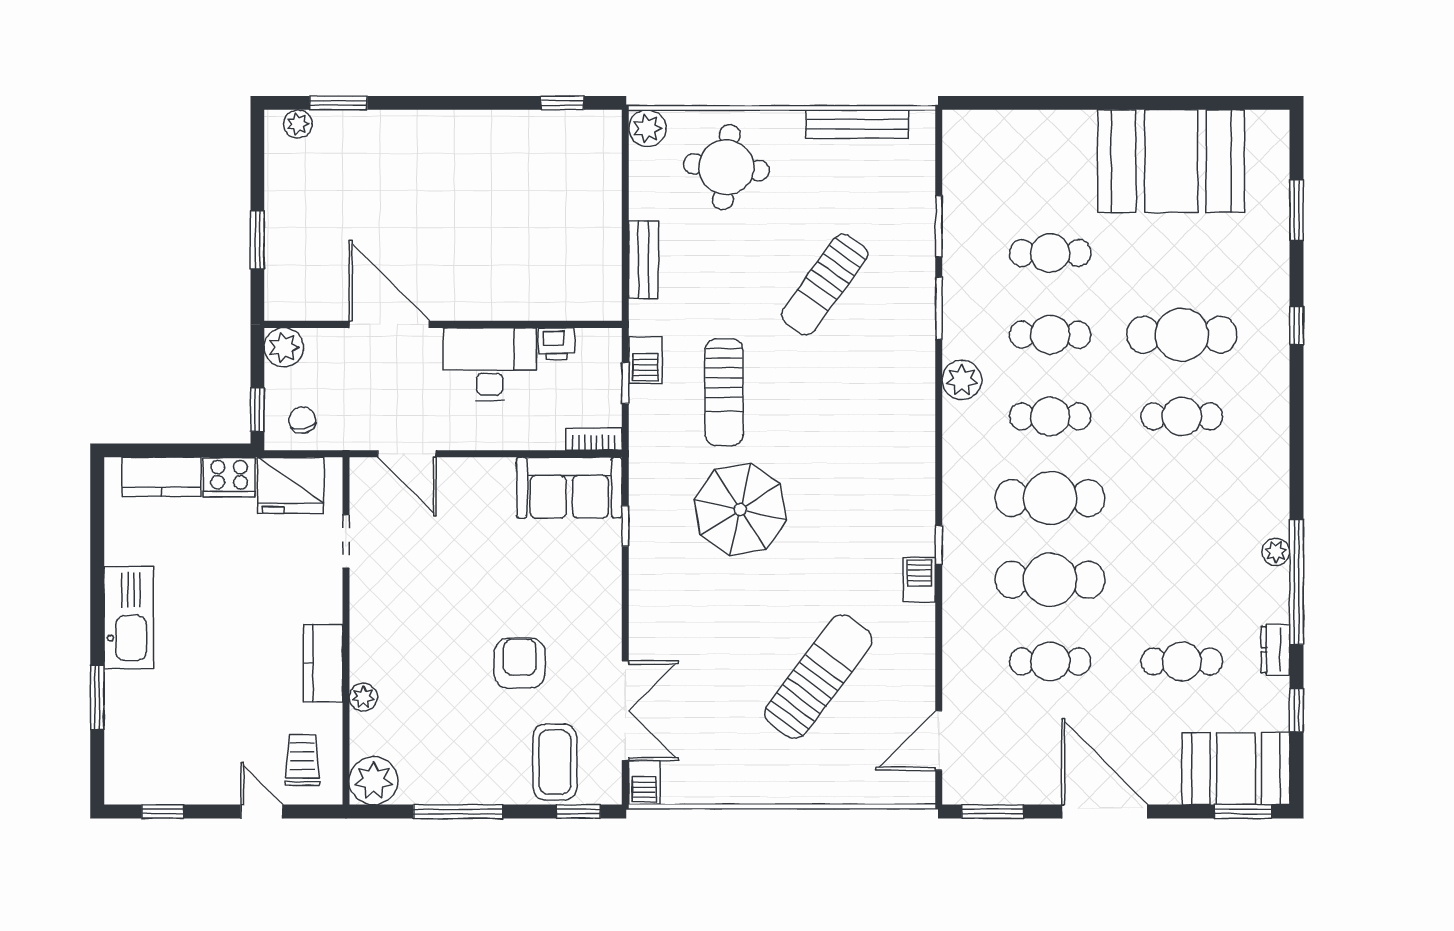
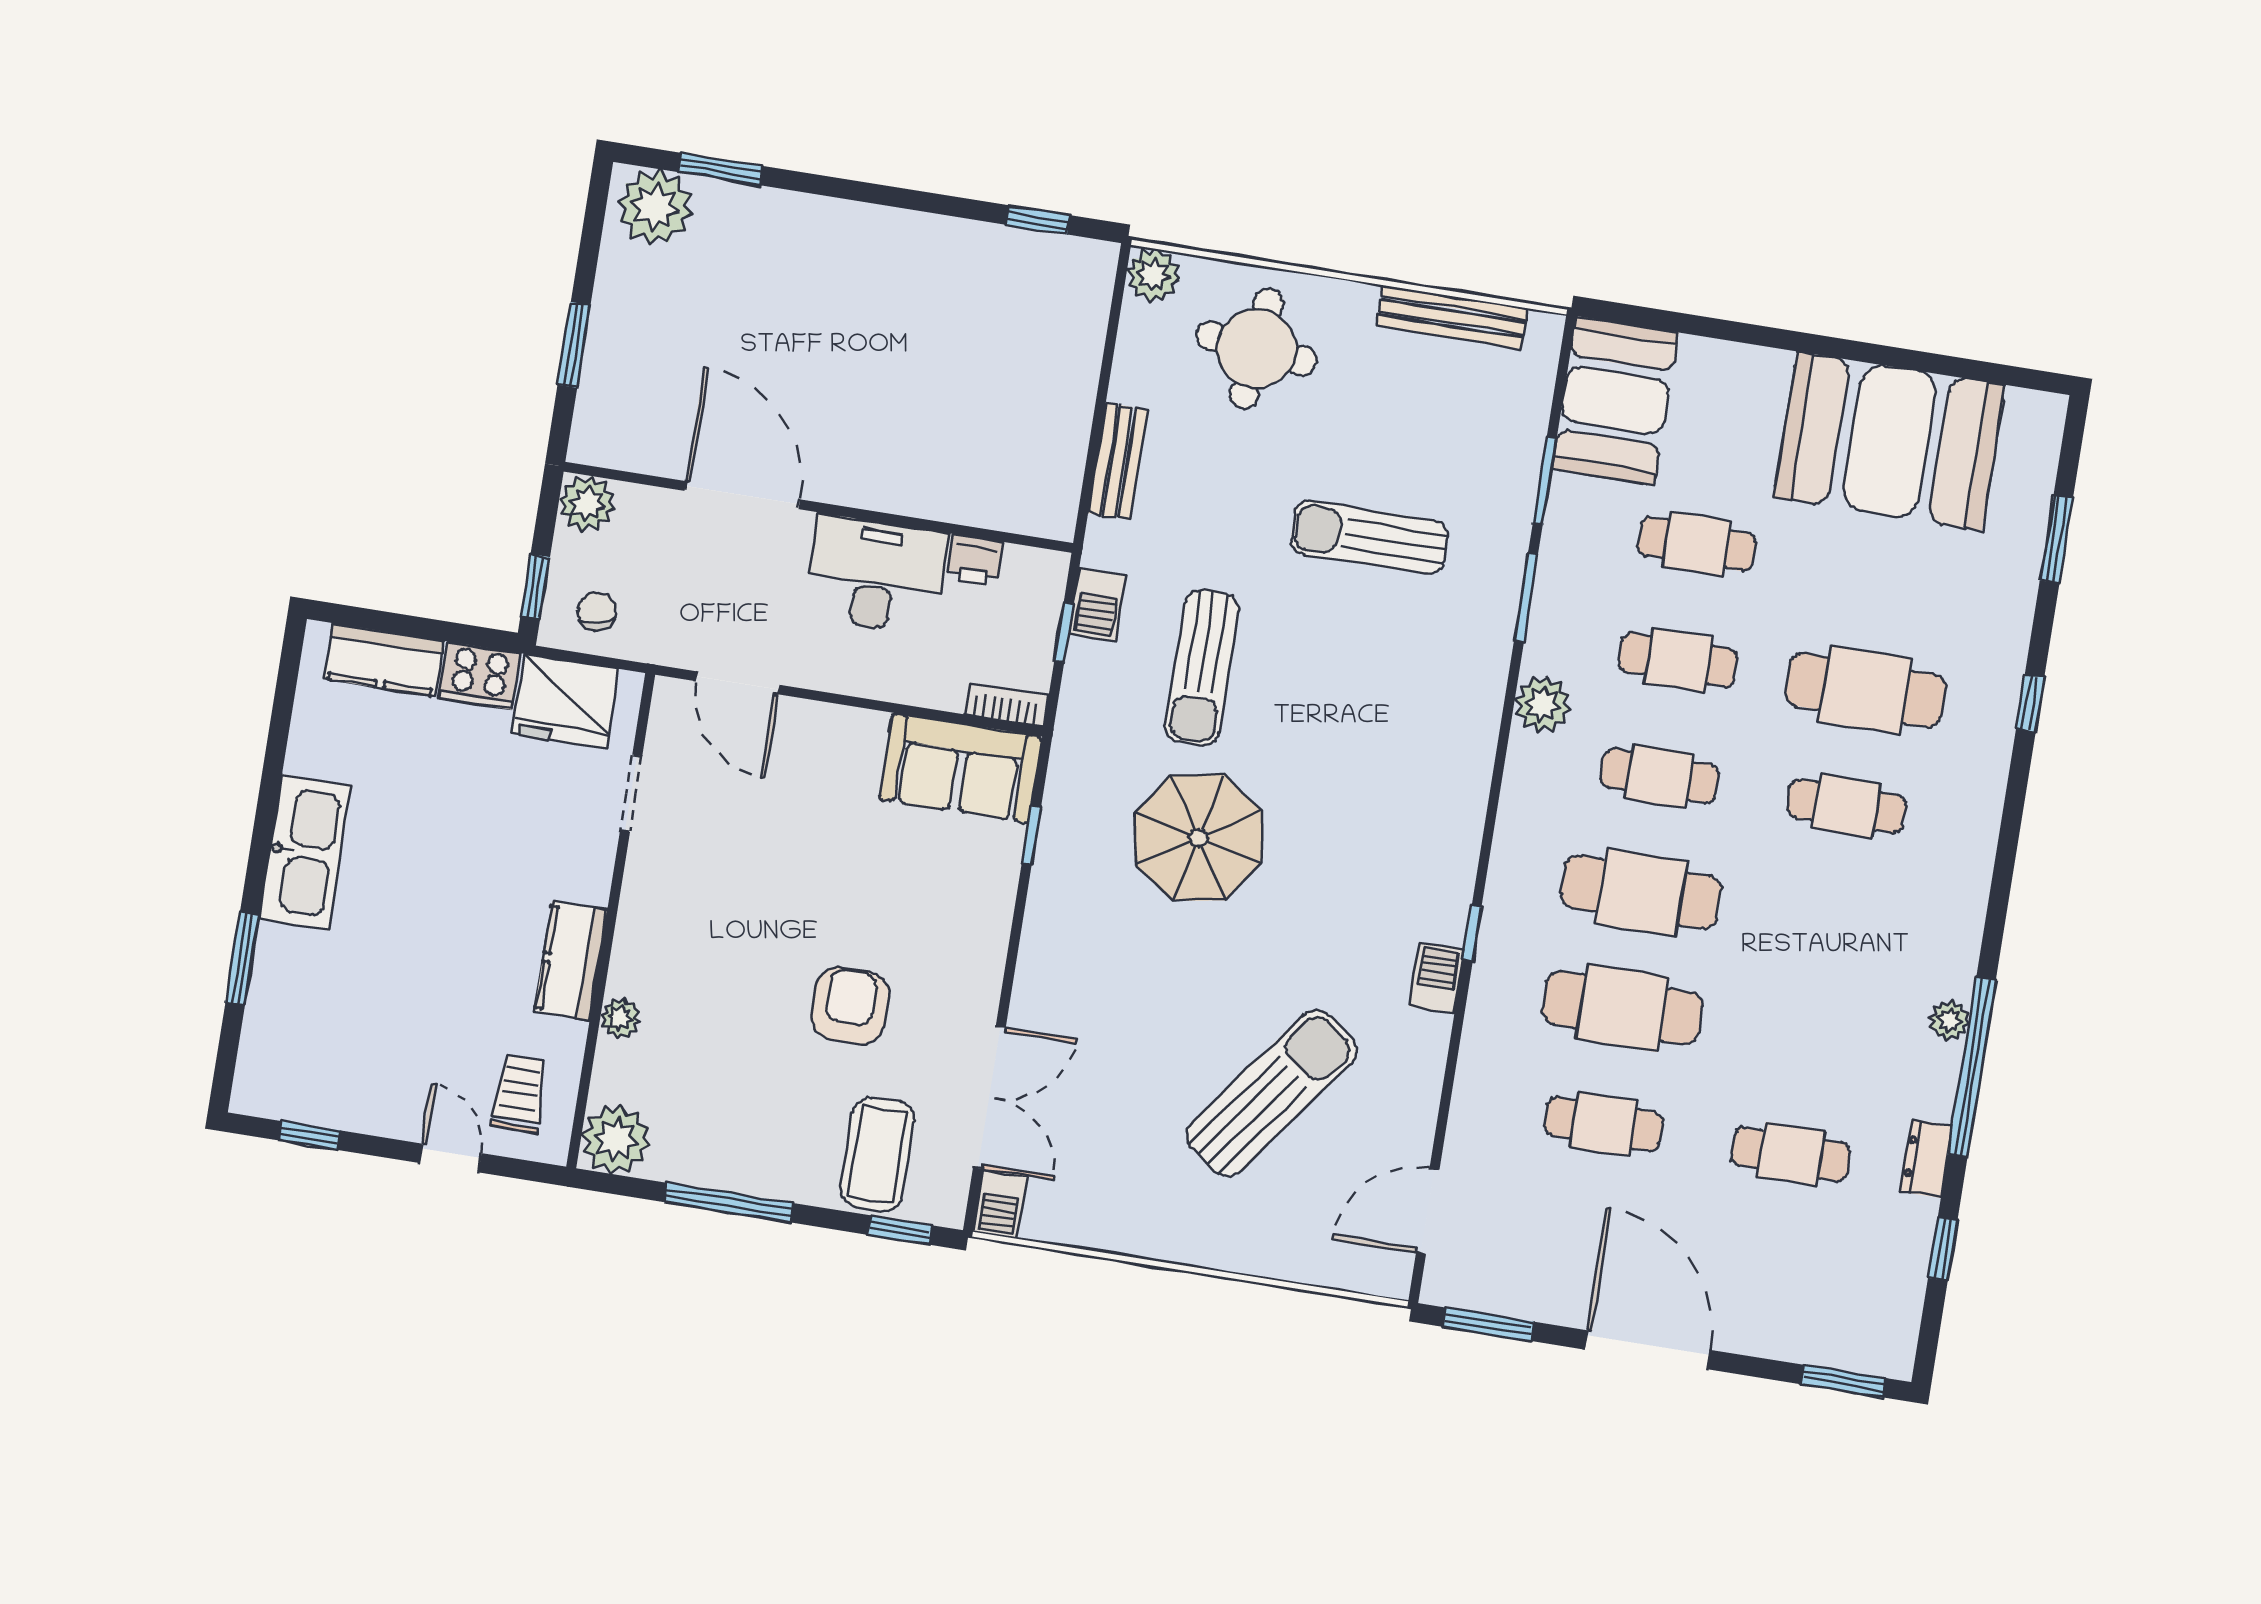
plant: (298, 124) -> (655, 207), width x1.87, depth x1.87
sun lounger: (825, 284) -> (1369, 537), turned 54
booth: (1236, 769) -> (1615, 401), moved, turned 90

